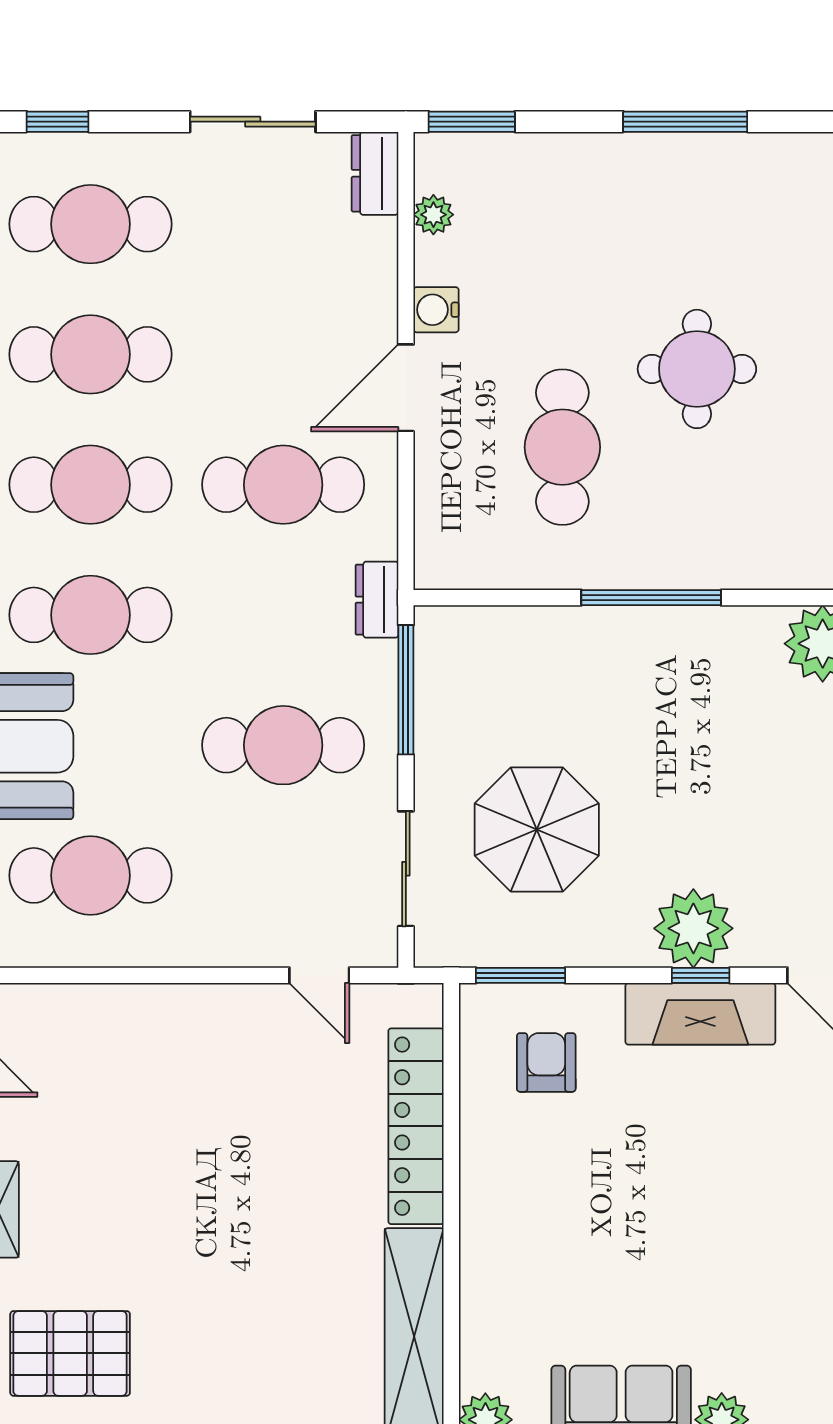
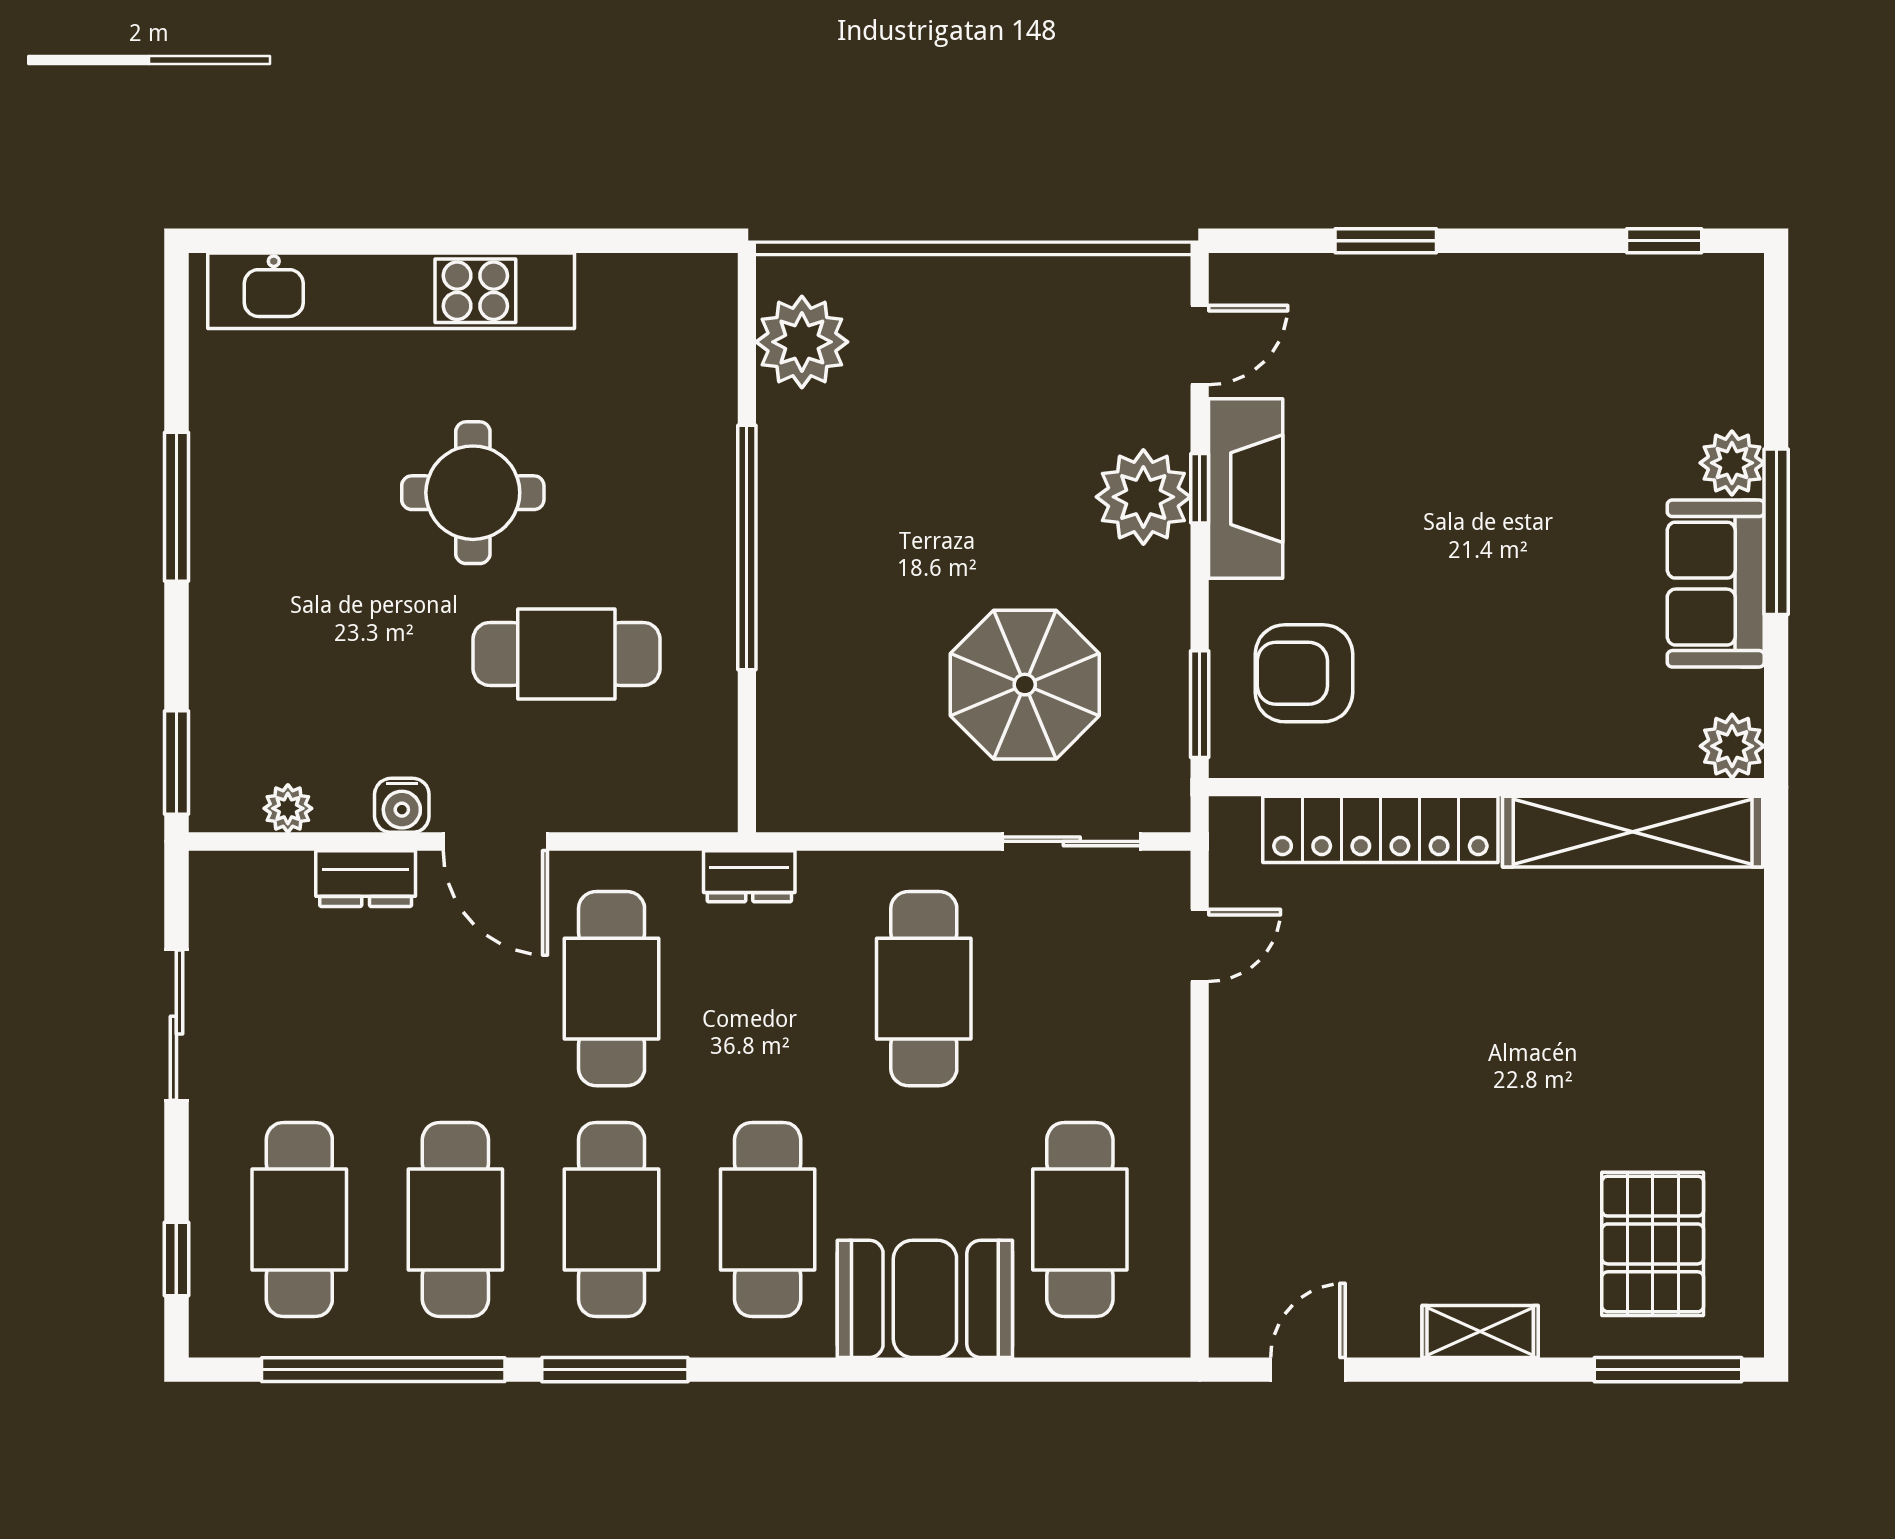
dresser: (375, 173) -> (366, 879), moved
window: (651, 598) -> (747, 548), width x1.46
window: (406, 690) -> (857, 841), removed
armchair: (546, 1062) -> (1304, 673), width x1.38, depth x1.38

